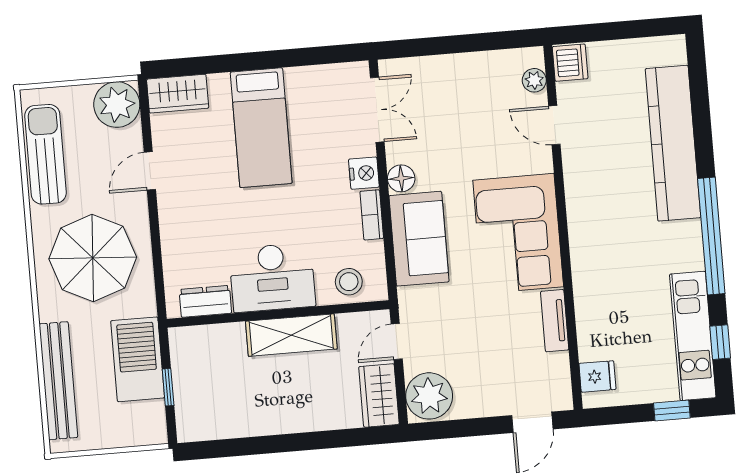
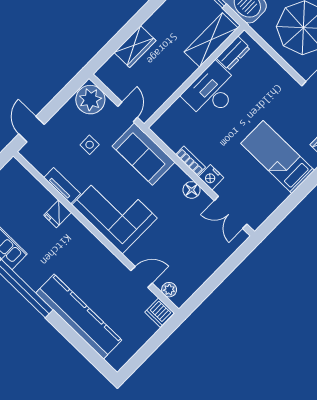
sofa: (419, 239) -> (144, 154), moved
stool: (349, 282) -> (174, 120), removed
shelving: (291, 335) -> (211, 40), moved
side table: (478, 342) -> (90, 145), added
fridge: (597, 376) -> (58, 214), moved
wardrobe: (379, 395) -> (135, 47), moved, turned 90

